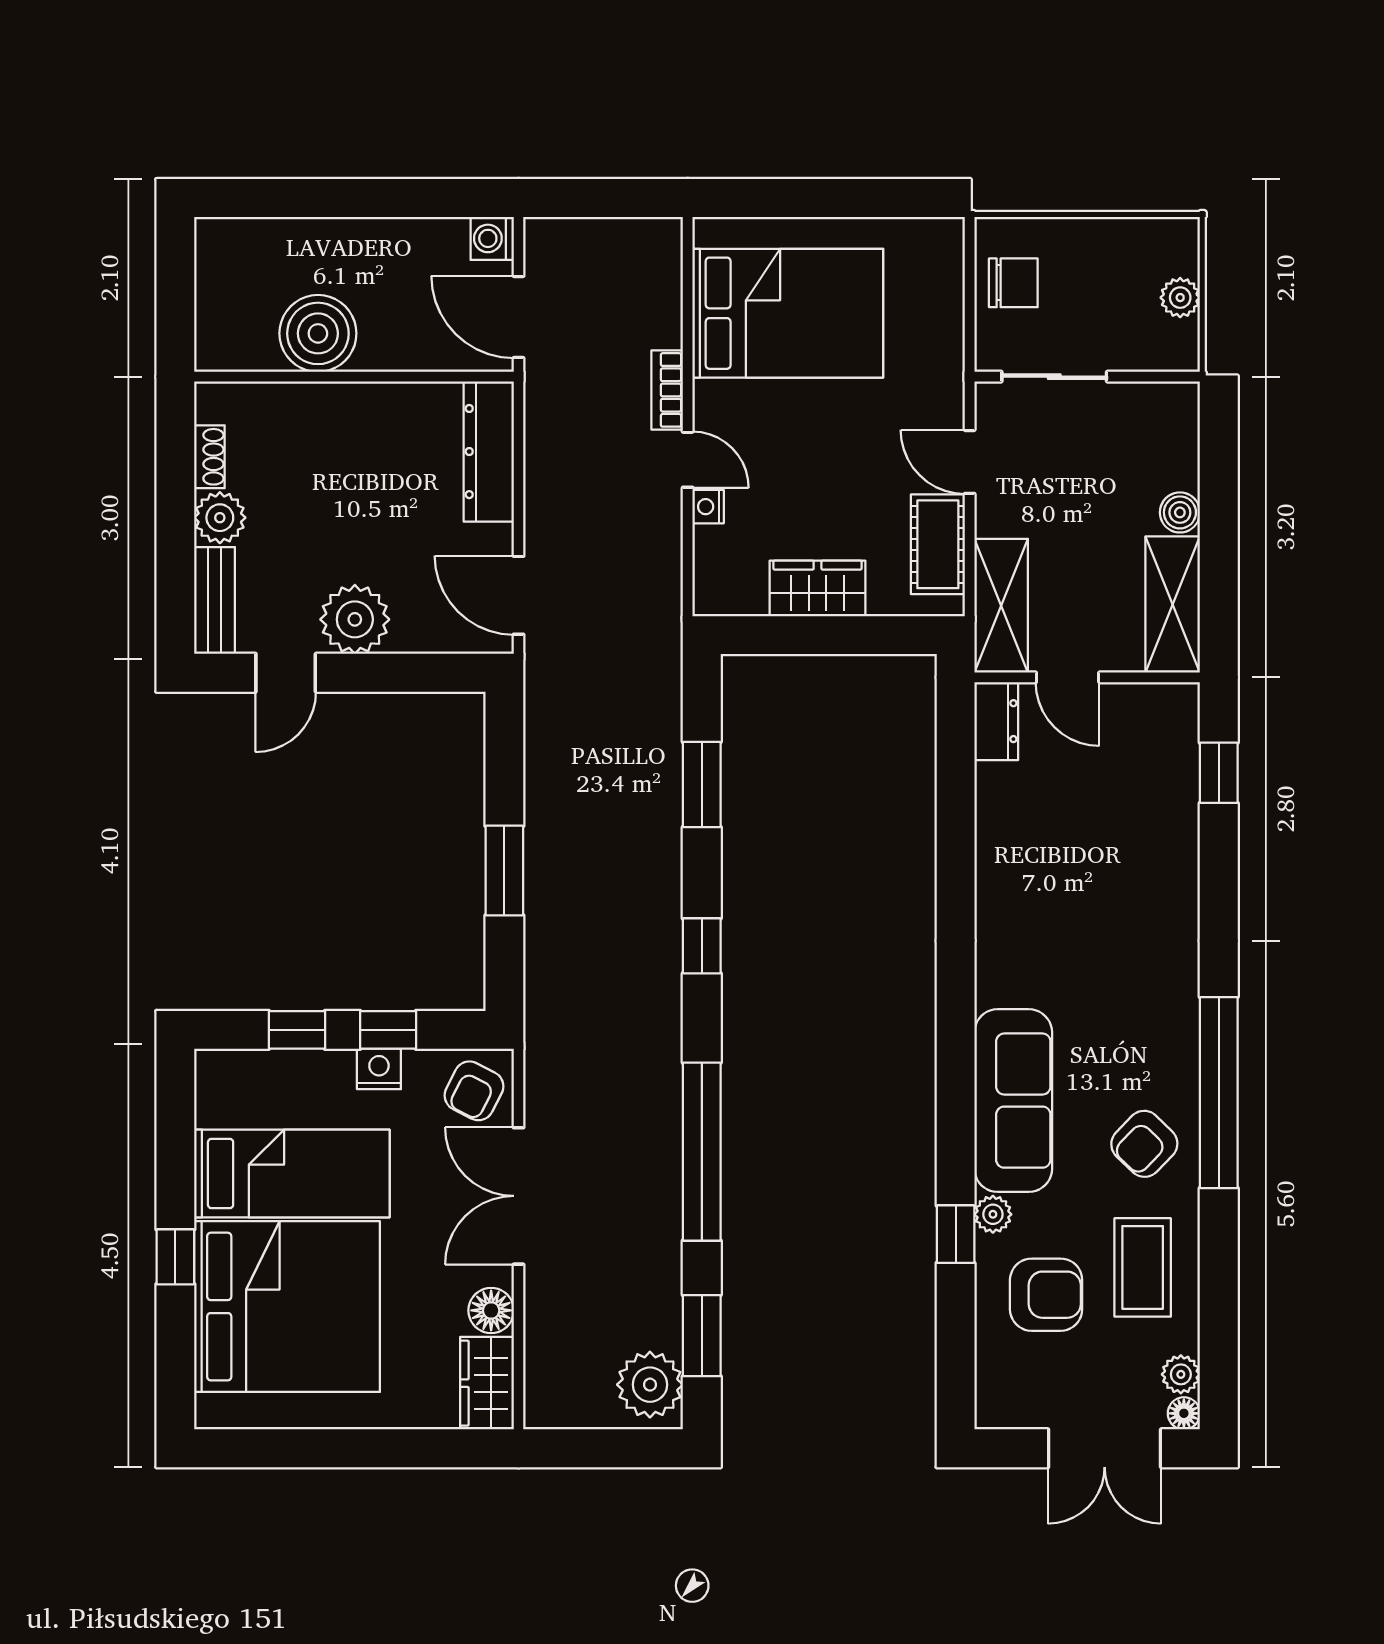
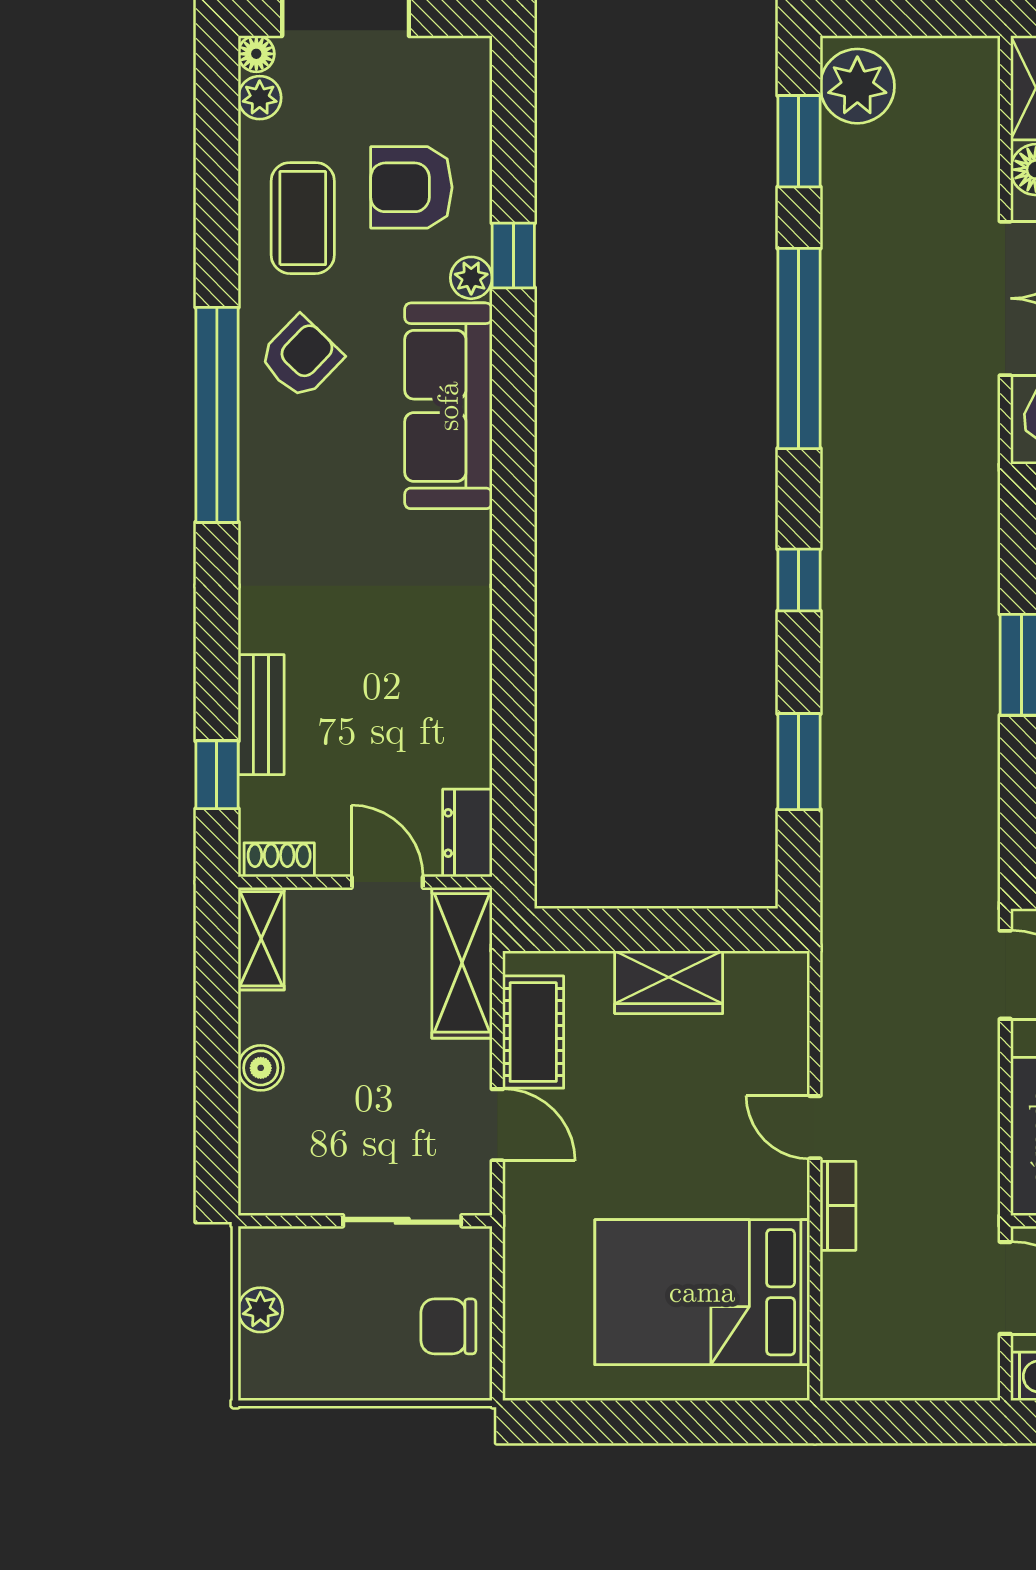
nightstand: (708, 507) -> (792, 1074), removed
shelving: (1173, 604) -> (261, 939), width x0.67, depth x0.75
shoe rack: (1164, 697) -> (279, 860), added
bench: (1180, 826) -> (261, 715), added

